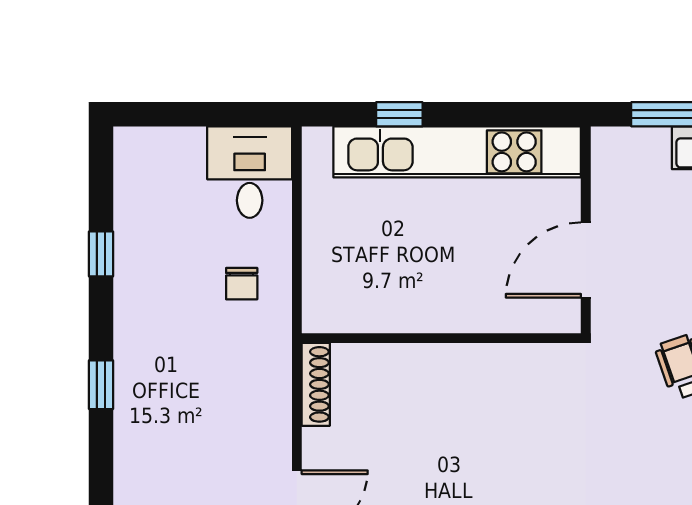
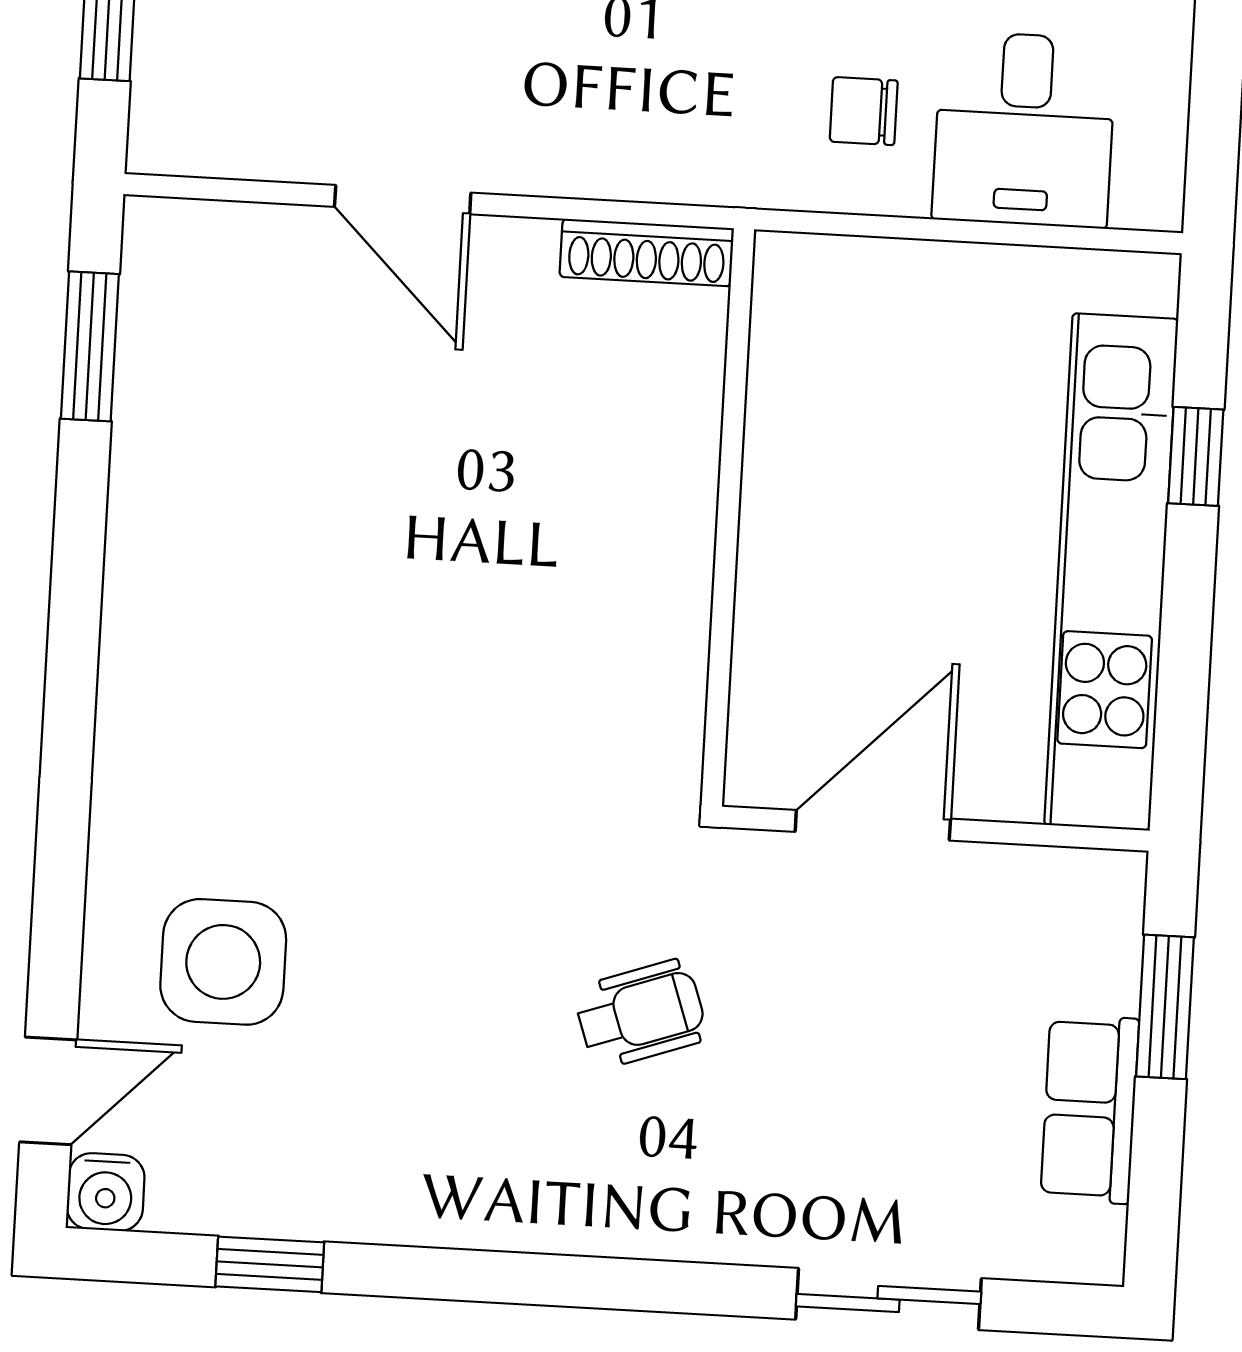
desk: (250, 172) -> (1024, 130), moved, turned 90
door: (586, 260) -> (873, 825), hinge flipped

